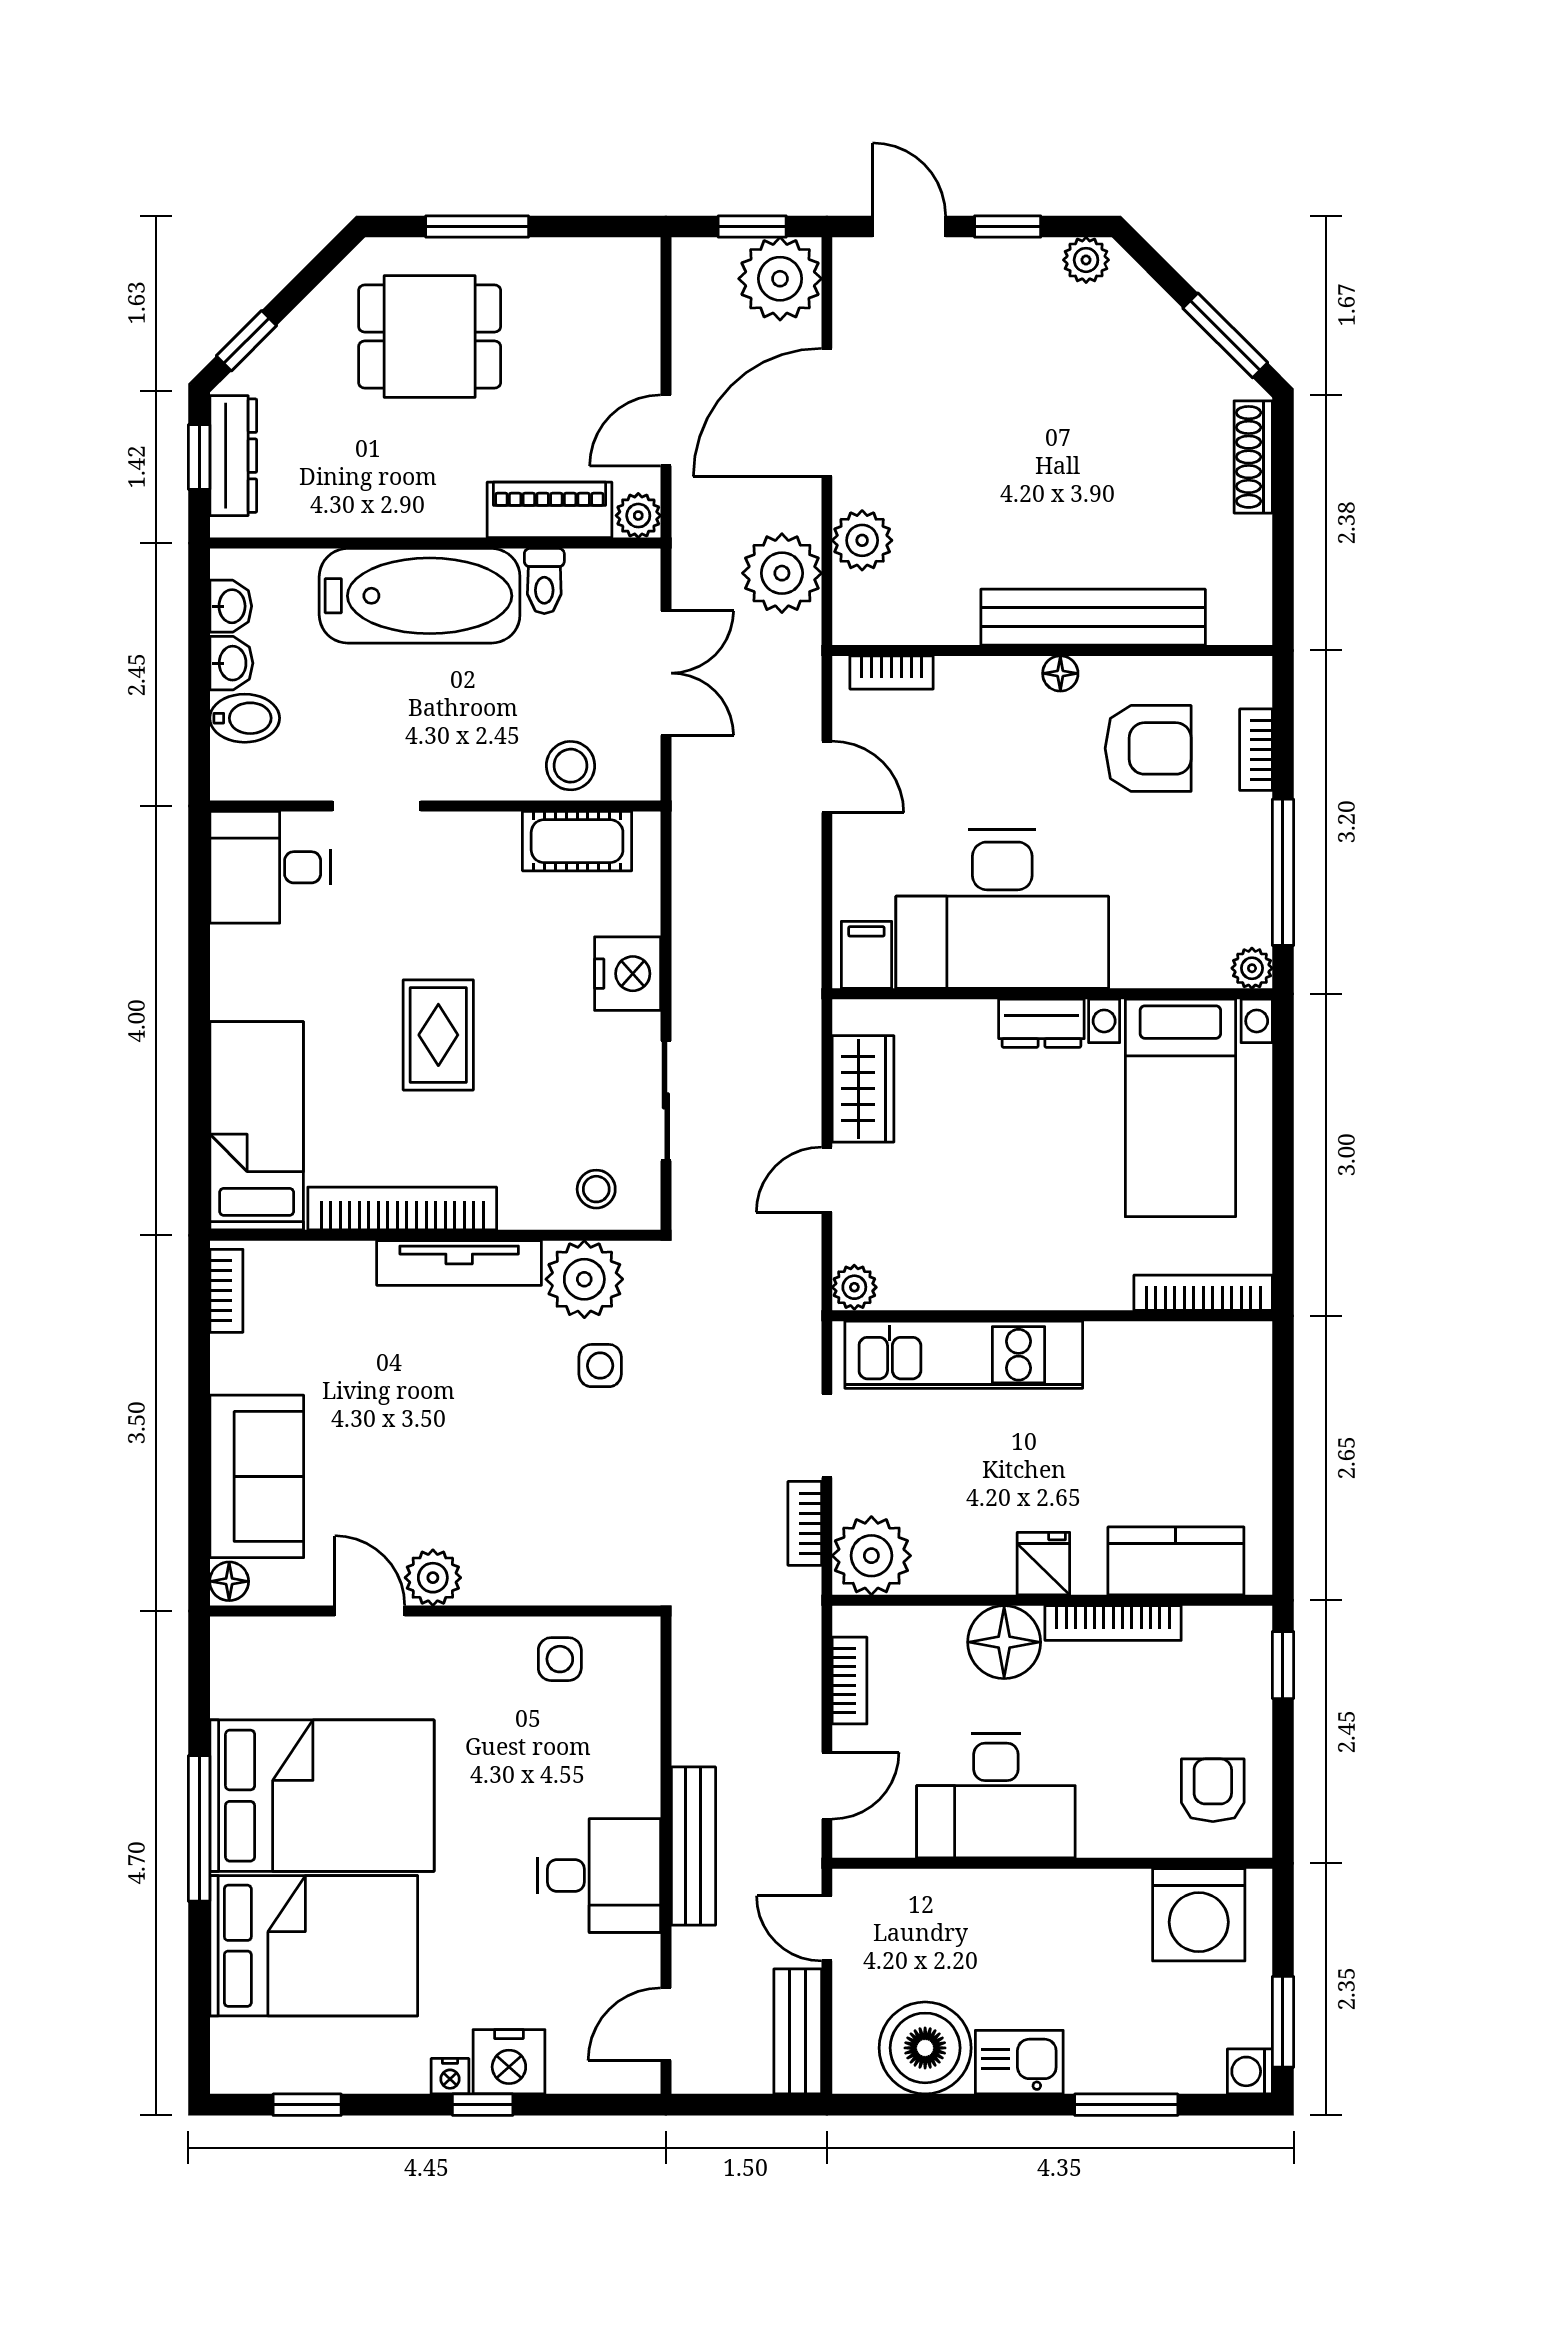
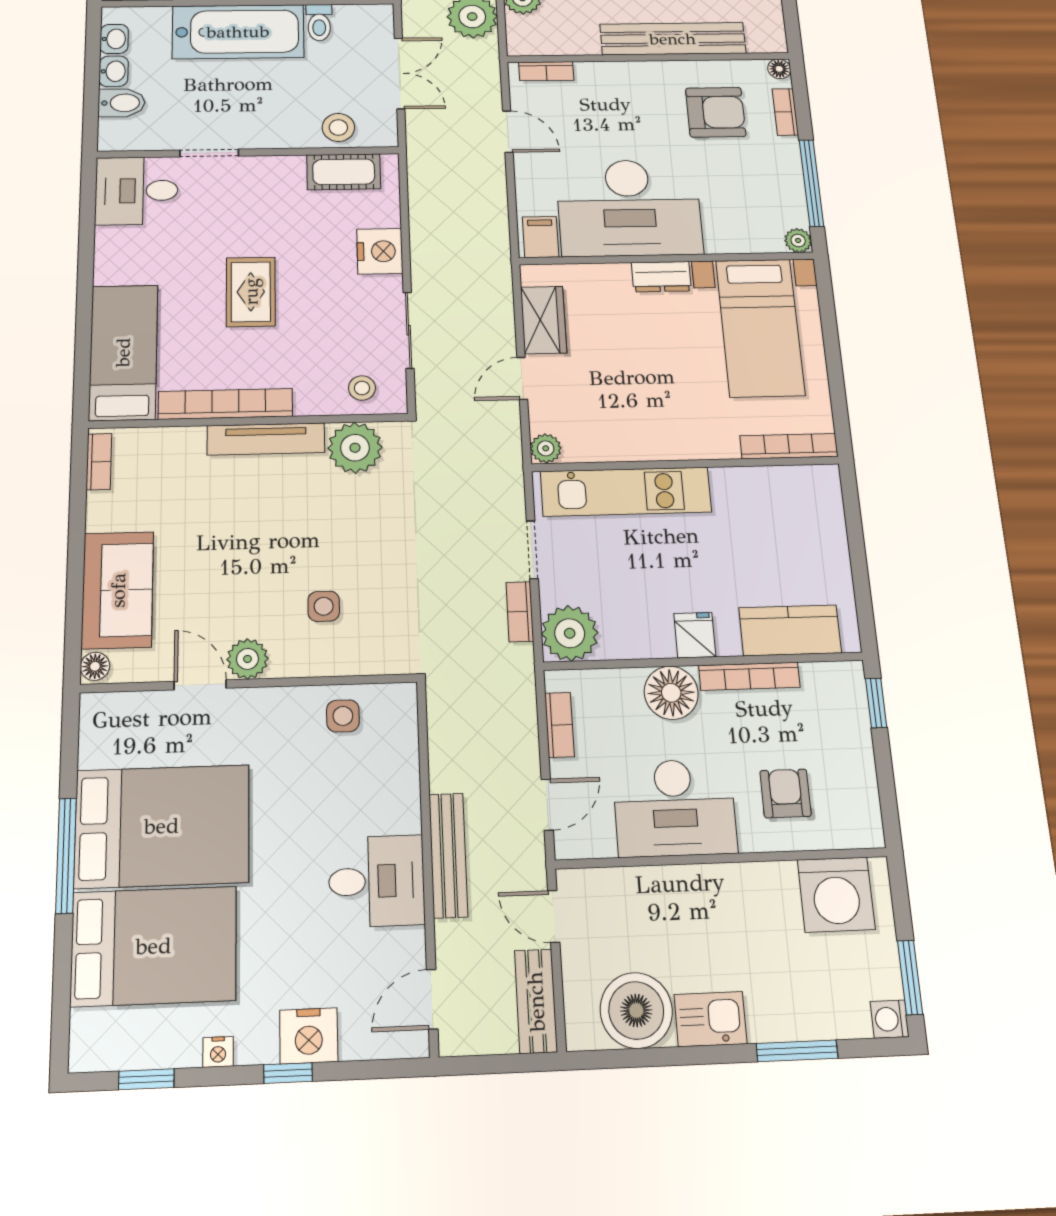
floor lamp: (1060, 673) -> (779, 69), moved
side table: (600, 1366) -> (324, 606), moved
armchair: (1213, 1790) -> (786, 793), moved
nightstand: (450, 2076) -> (218, 1052), moved

